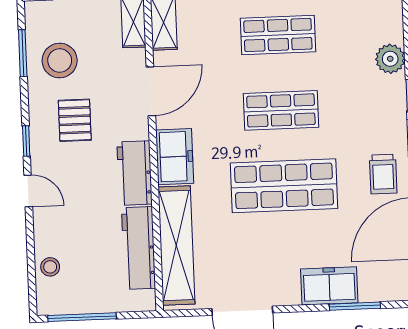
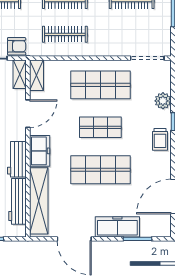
shop shelf: (278, 35) -> (100, 85), width x1.43, depth x1.36
trolley: (383, 174) -> (160, 139), moved
freezer: (329, 286) -> (117, 227), width x1.40

